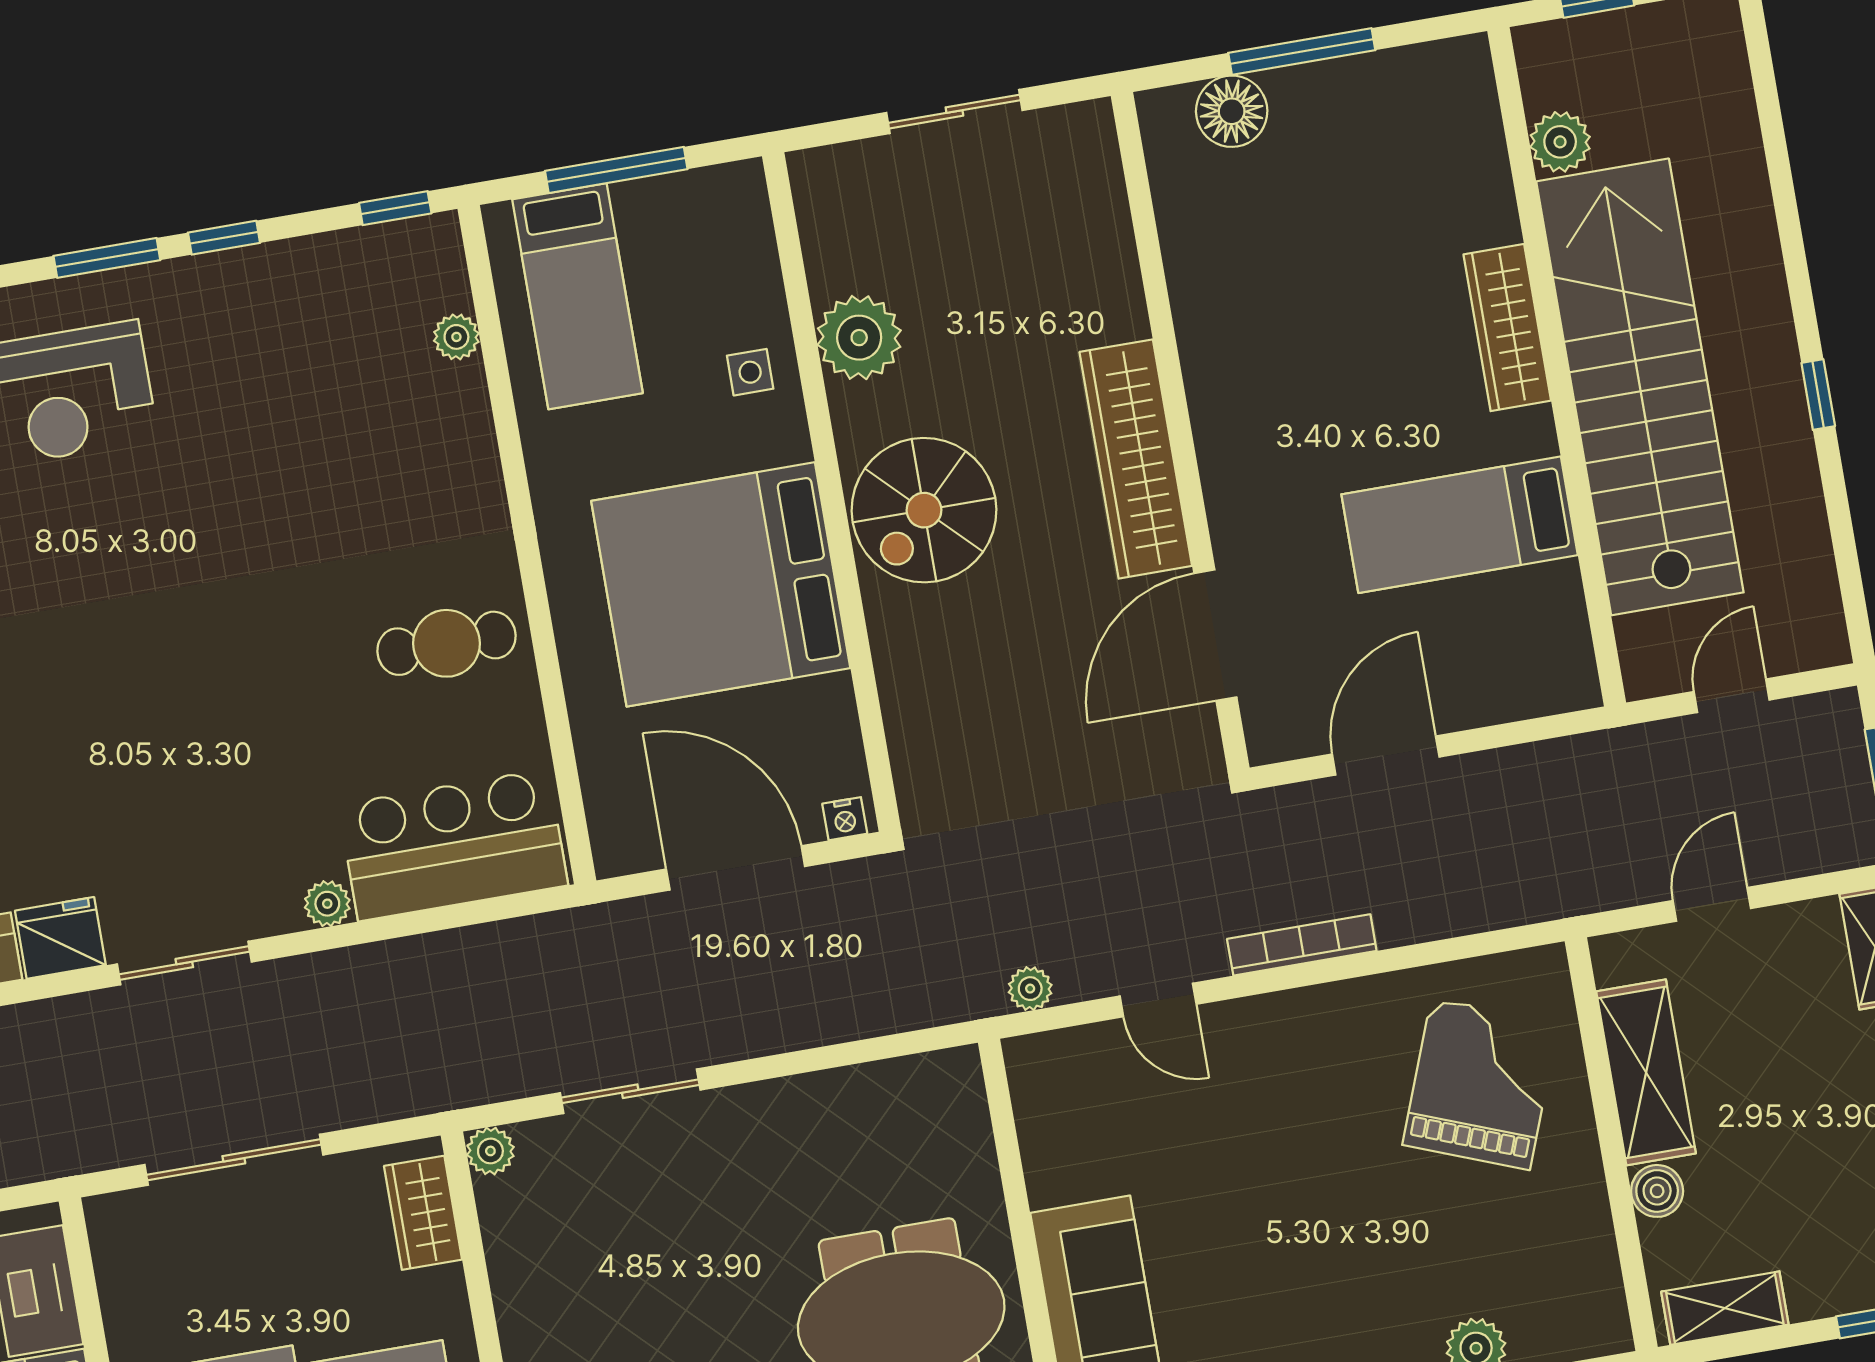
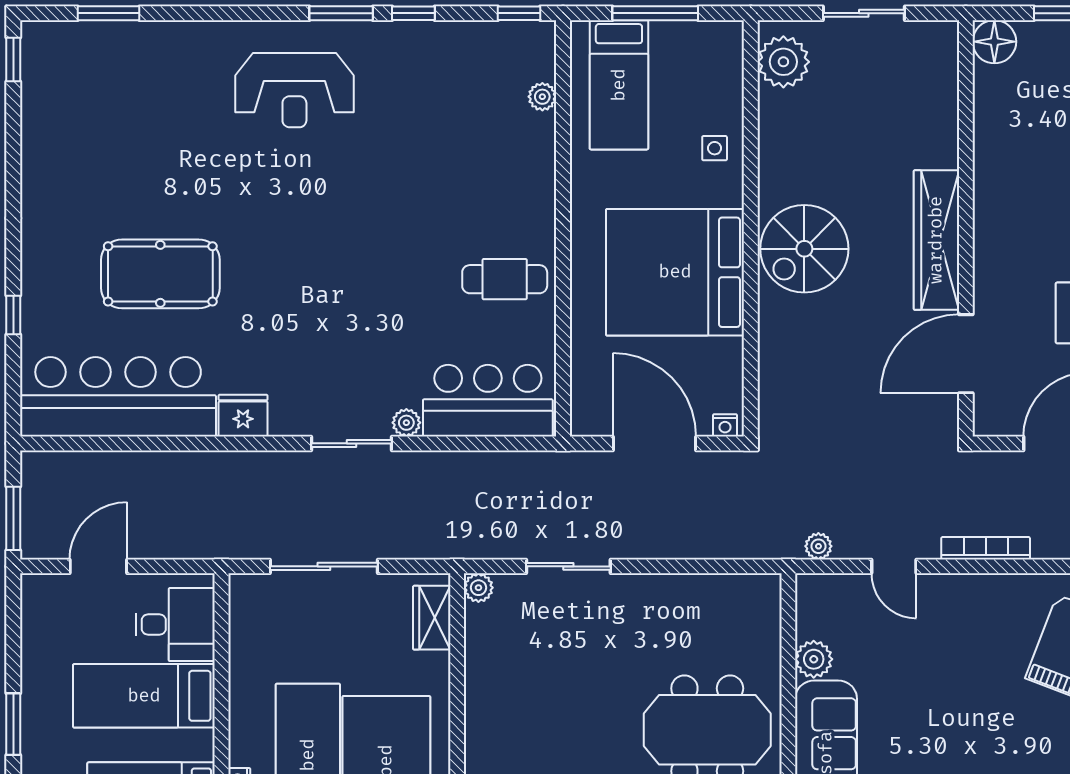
floor lamp: (1232, 111) -> (994, 42), moved
plant: (859, 338) -> (783, 62), moved
sliding door: (184, 963) -> (352, 443), moved
plant: (1054, 1173) -> (814, 659), added

